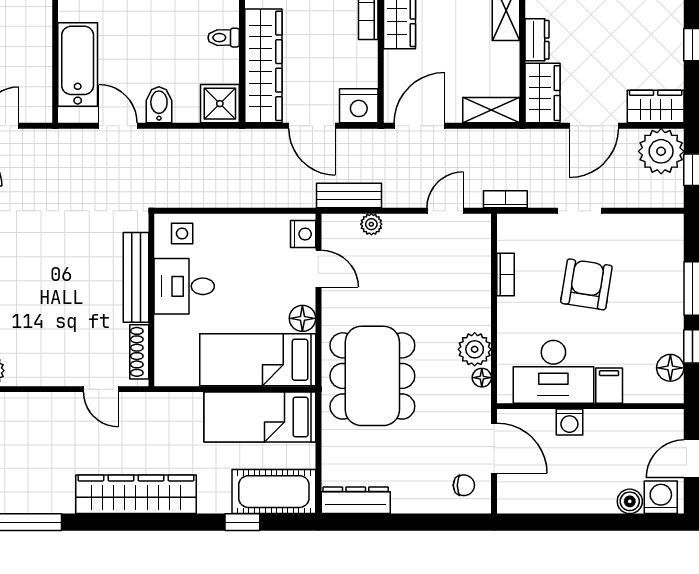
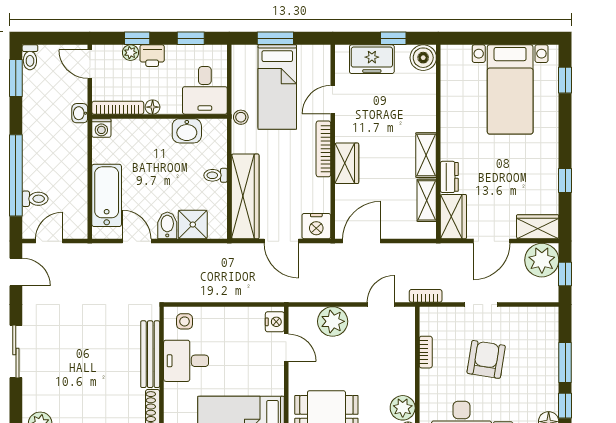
shower: (220, 104) -> (193, 225), moved
shelving: (491, 110) -> (427, 200), moved, turned 90
bench: (349, 196) -> (309, 293), removed
plant: (371, 224) -> (333, 321), width x1.87, depth x1.87
floor lamp: (302, 318) -> (274, 385), removed

